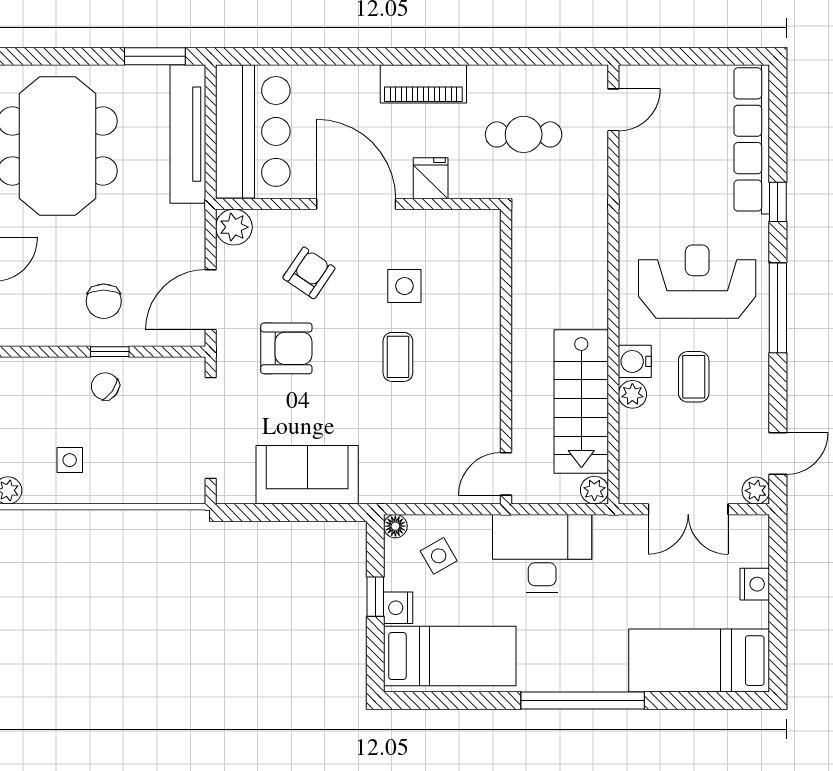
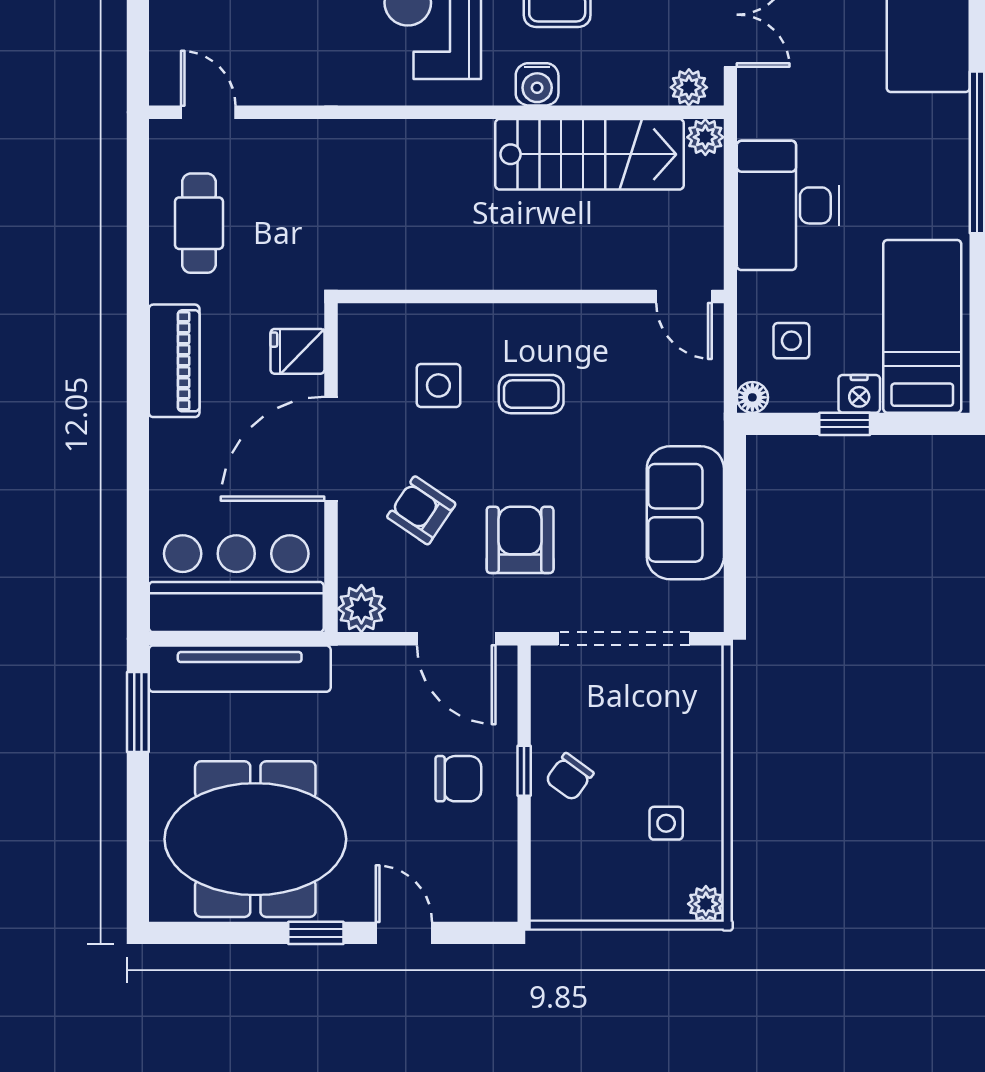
cafe table: (524, 134) -> (199, 223), moved
wall: (506, 357) -> (531, 297), moved
plant: (632, 394) -> (689, 87), moved
door: (506, 474) -> (684, 297), moved
side table: (439, 556) -> (791, 341), turned 30

